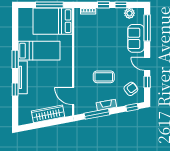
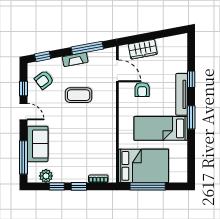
armchair: (54, 81) -> (142, 90), added
wardrobe: (48, 114) -> (143, 49), width x0.67

